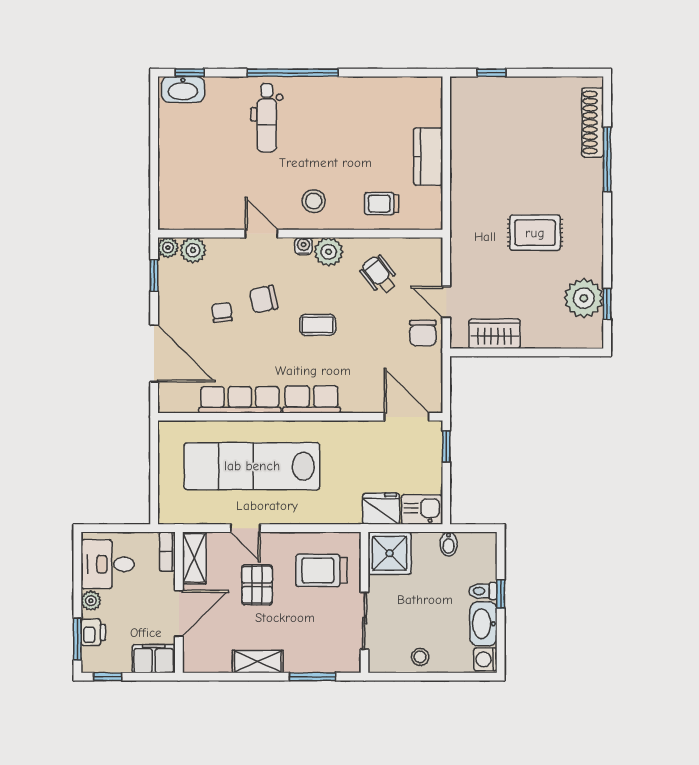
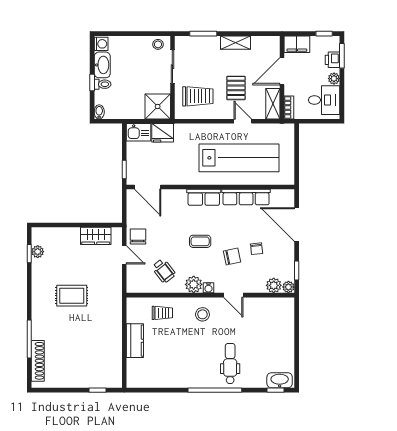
plant: (584, 298) -> (38, 252), width x0.53, depth x0.53
bidet: (449, 544) -> (99, 112), moved
stool: (420, 657) -> (158, 44), moved

